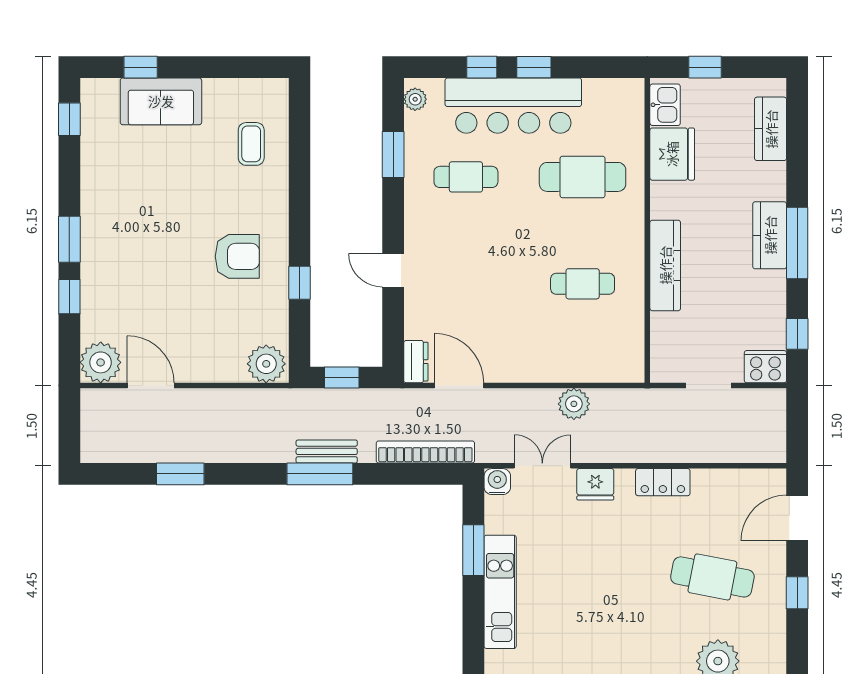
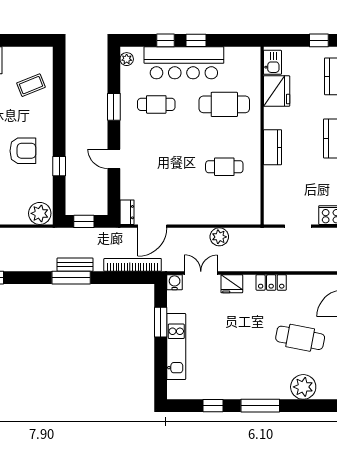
window: (705, 67) -> (319, 40), moved
coffee table: (251, 144) -> (31, 85), turned 68
window: (393, 154) -> (114, 107), moved
kitchen counter: (665, 265) -> (273, 147), width x0.67
door: (459, 386) -> (152, 226), swing flipped

